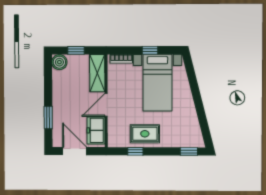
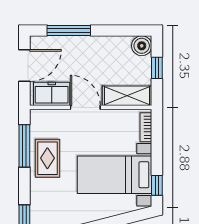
window: (150, 50) -> (157, 185), moved
window: (48, 117) -> (69, 31), width x1.44
window: (135, 151) -> (24, 146), width x2.17

